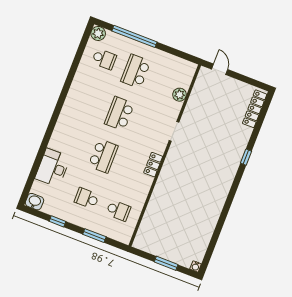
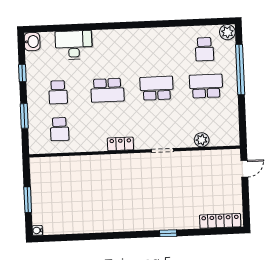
school desk: (87, 198) -> (58, 92), turned 180

